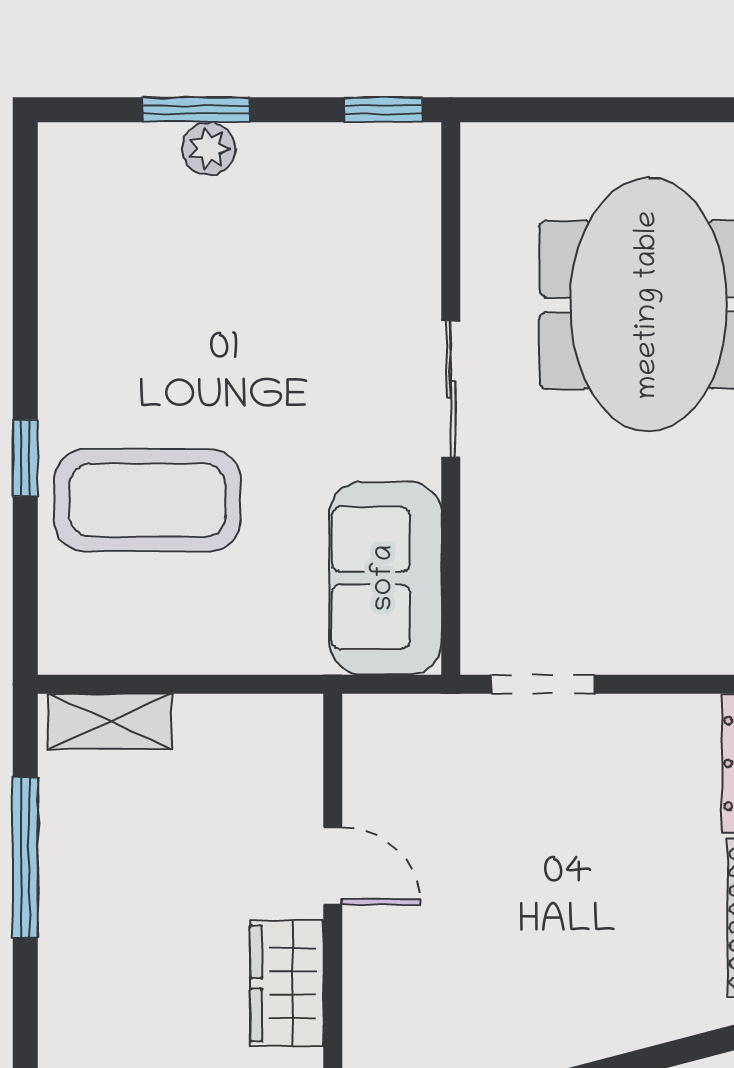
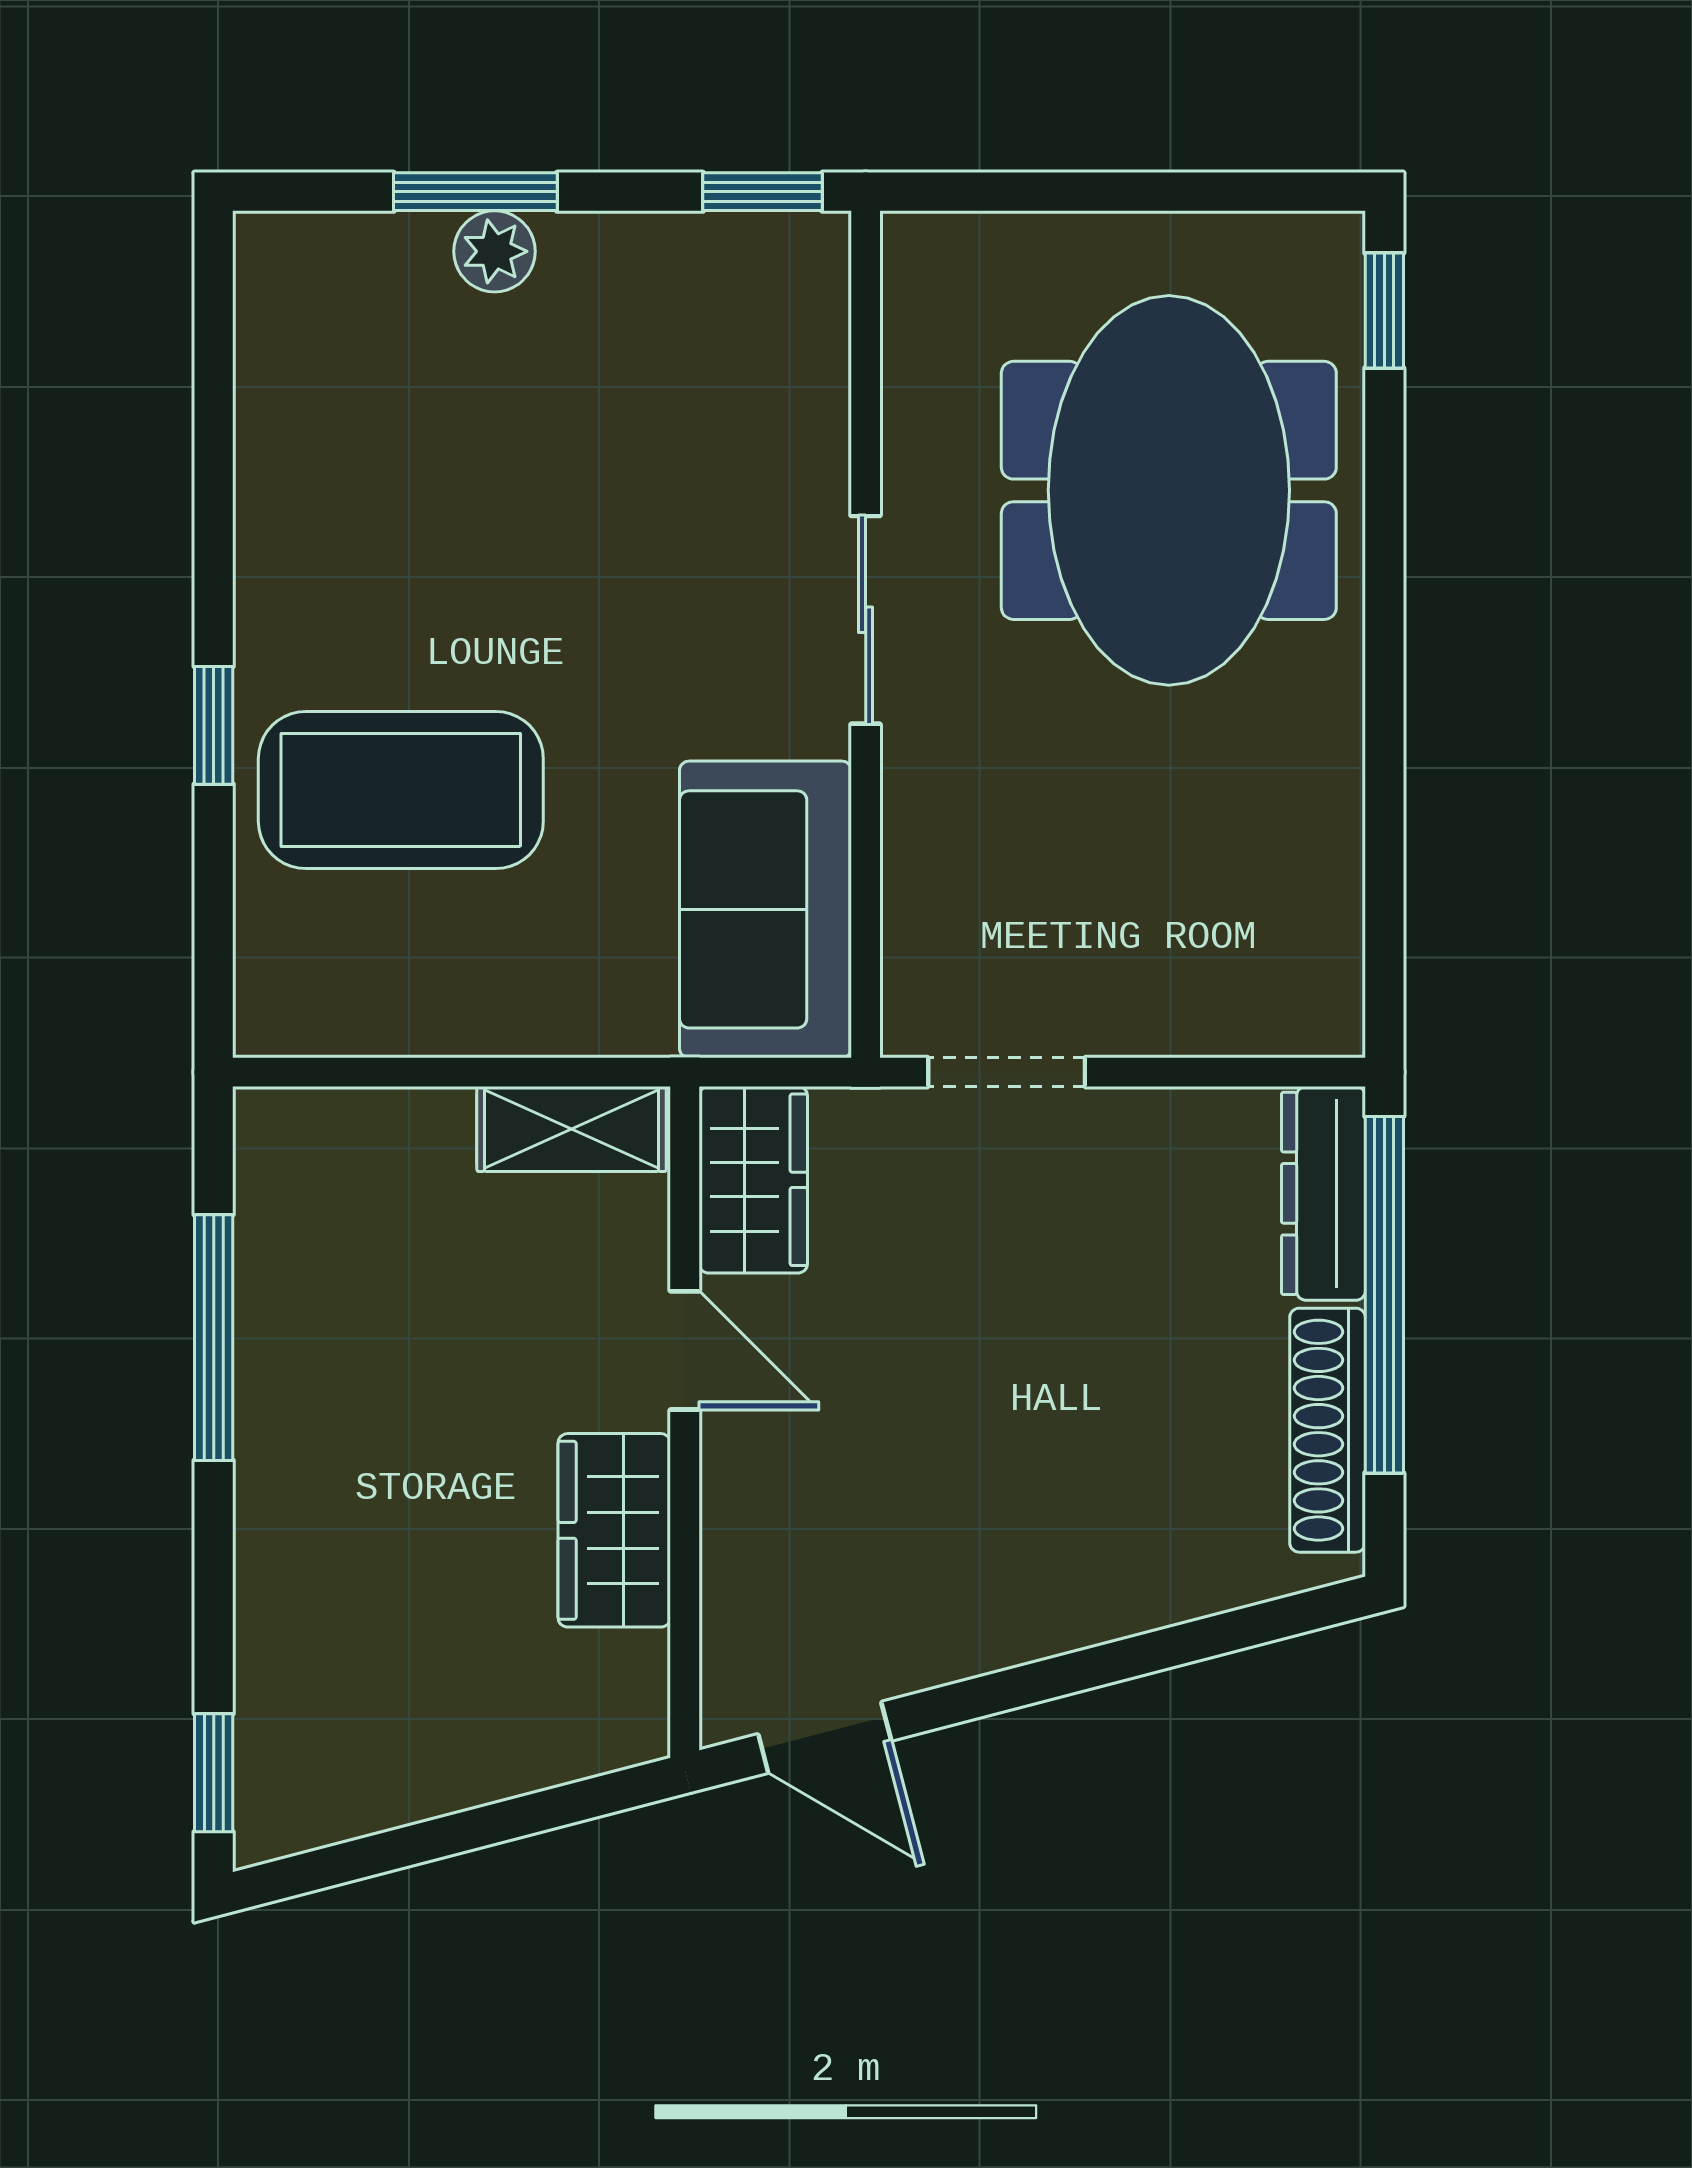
shelving: (110, 721) -> (572, 1129), moved
wardrobe: (377, 755) -> (753, 1180), added

